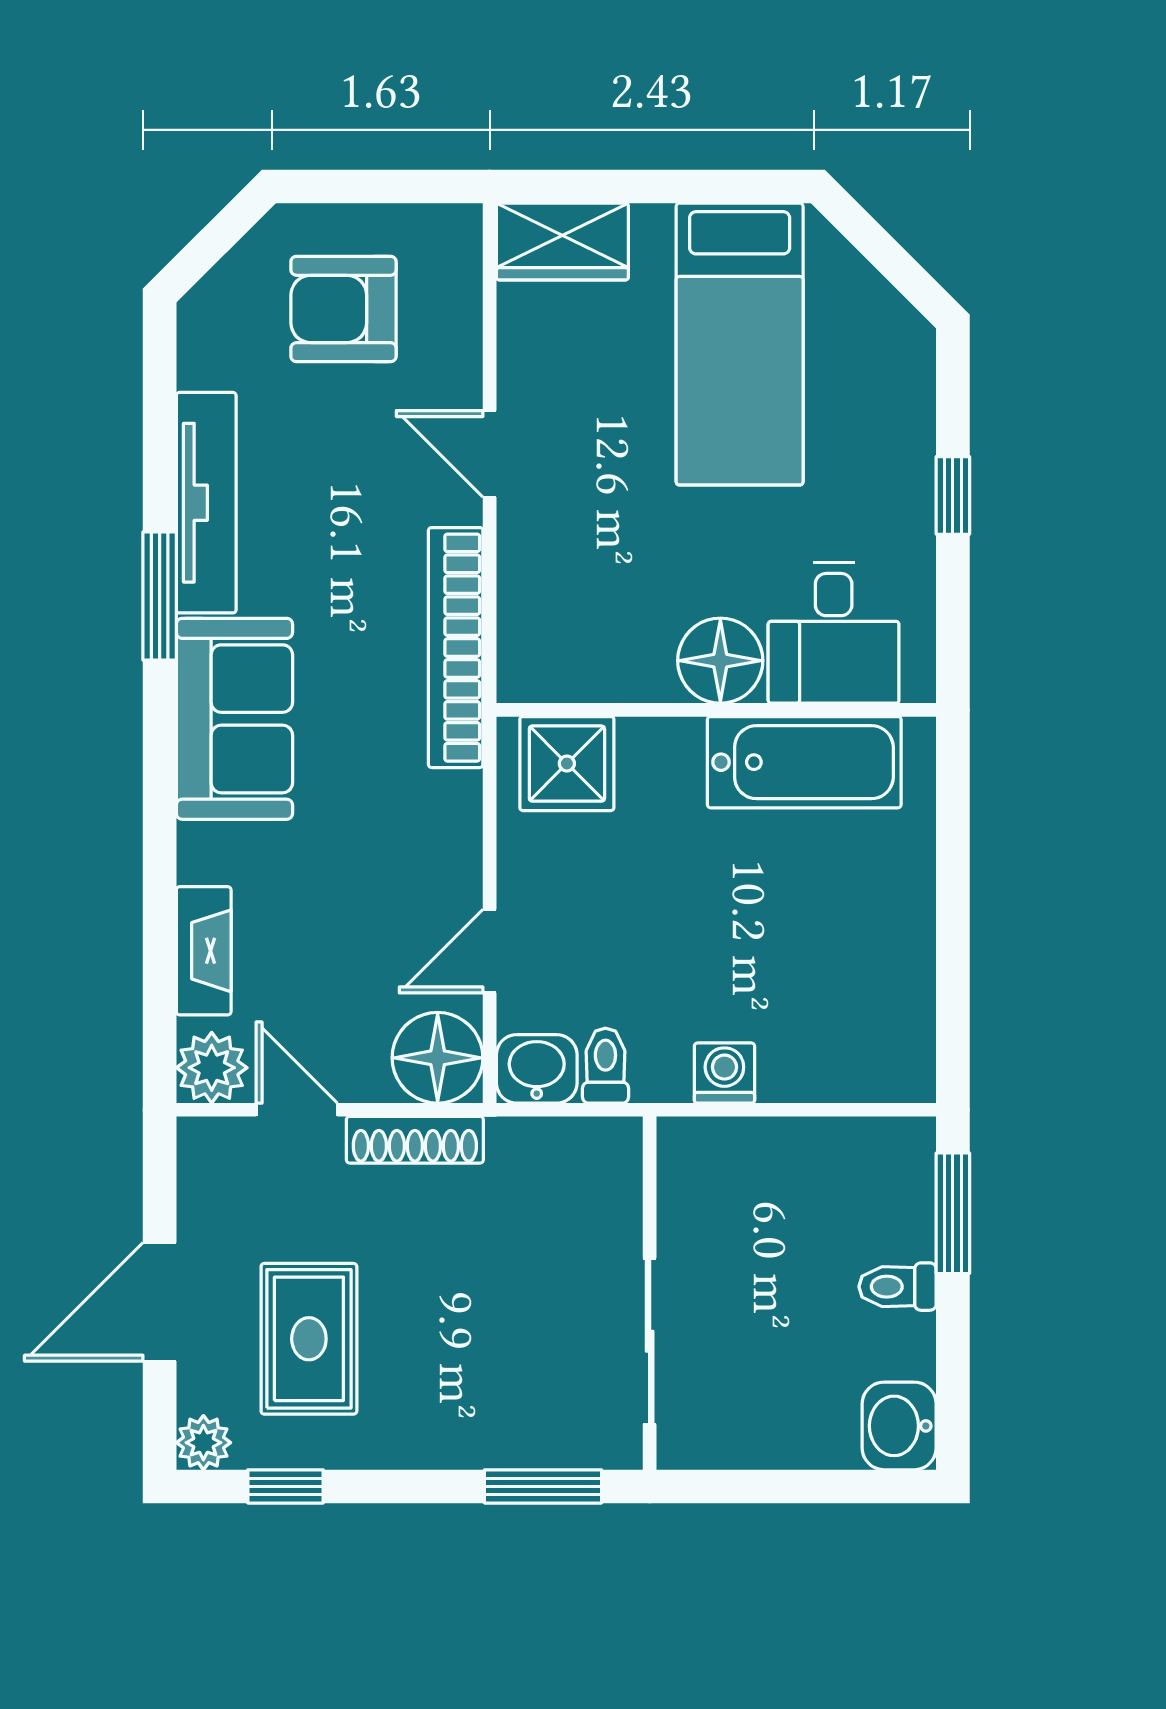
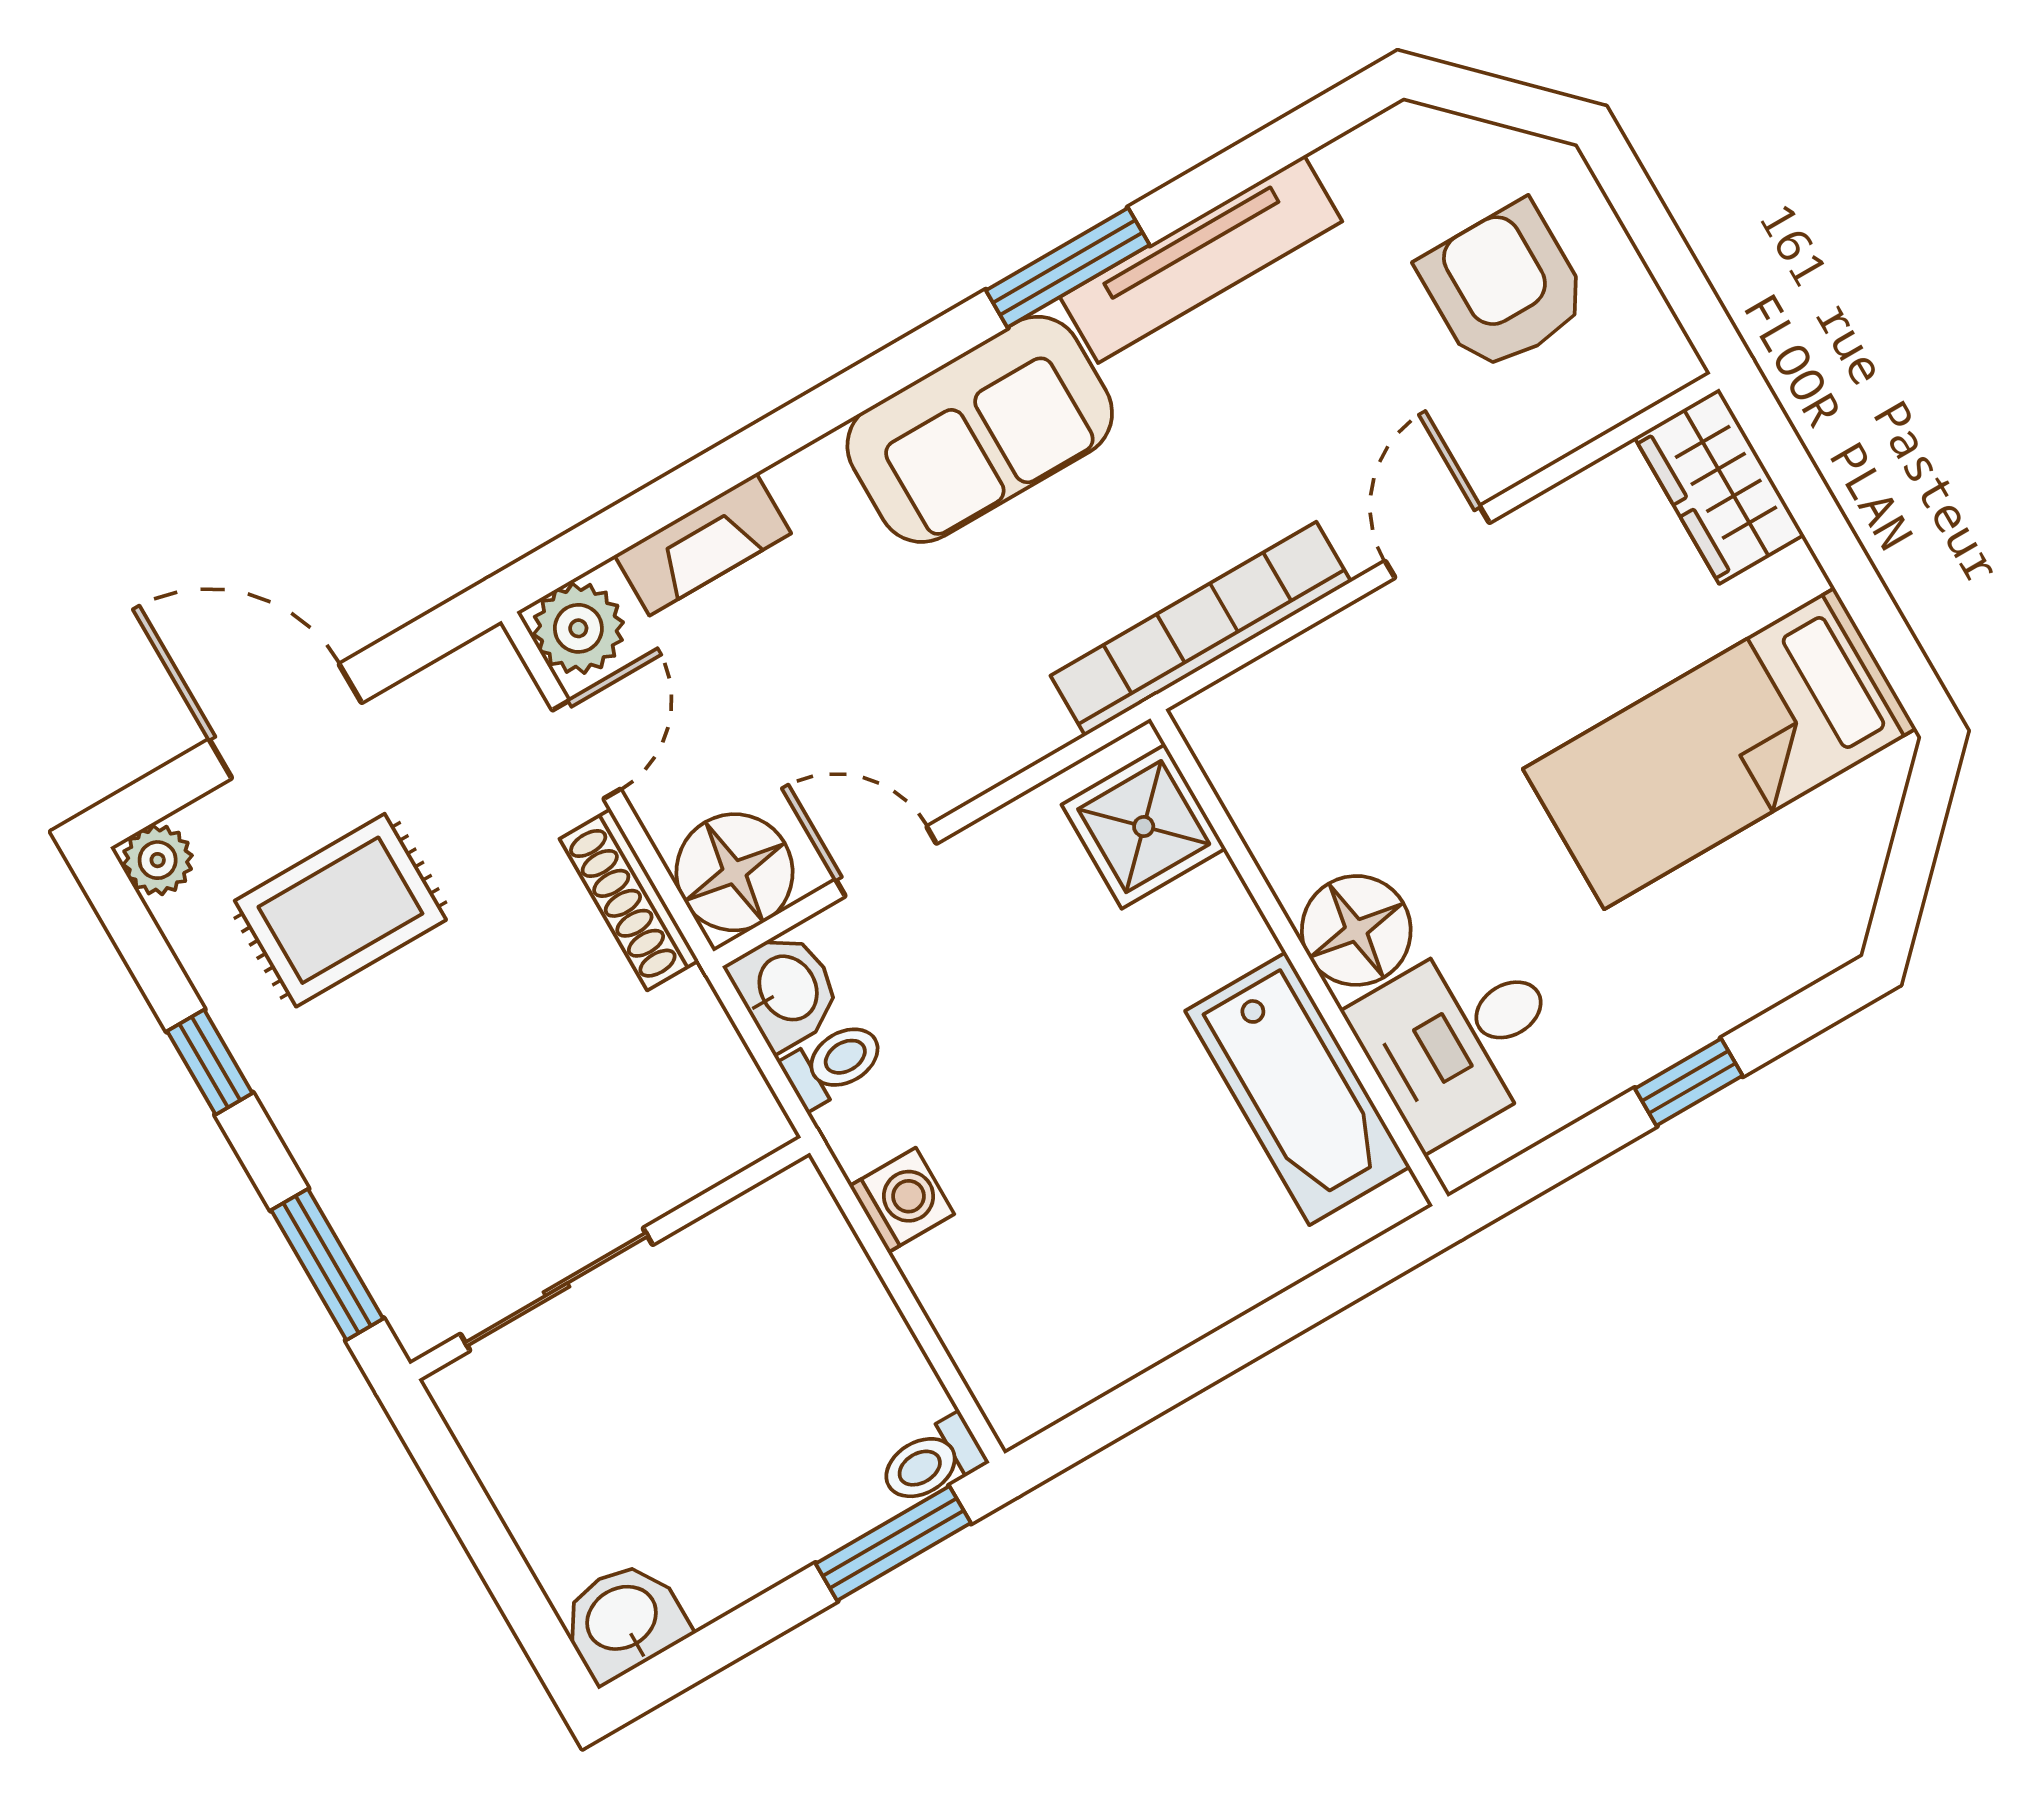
toilet: (898, 1287) -> (932, 1461), moved, turned -90
window: (286, 1486) -> (210, 1062), moved

